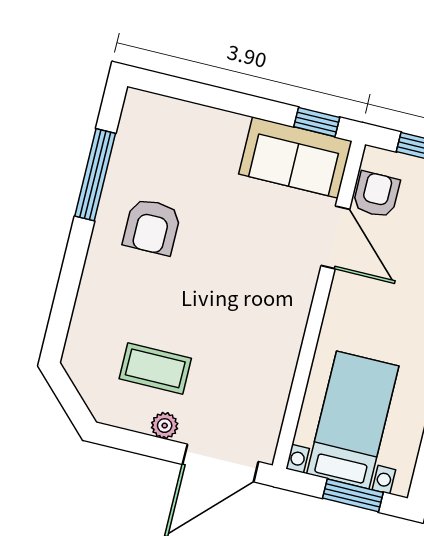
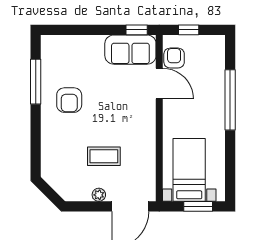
coffee table: (155, 368) -> (104, 156), moved

